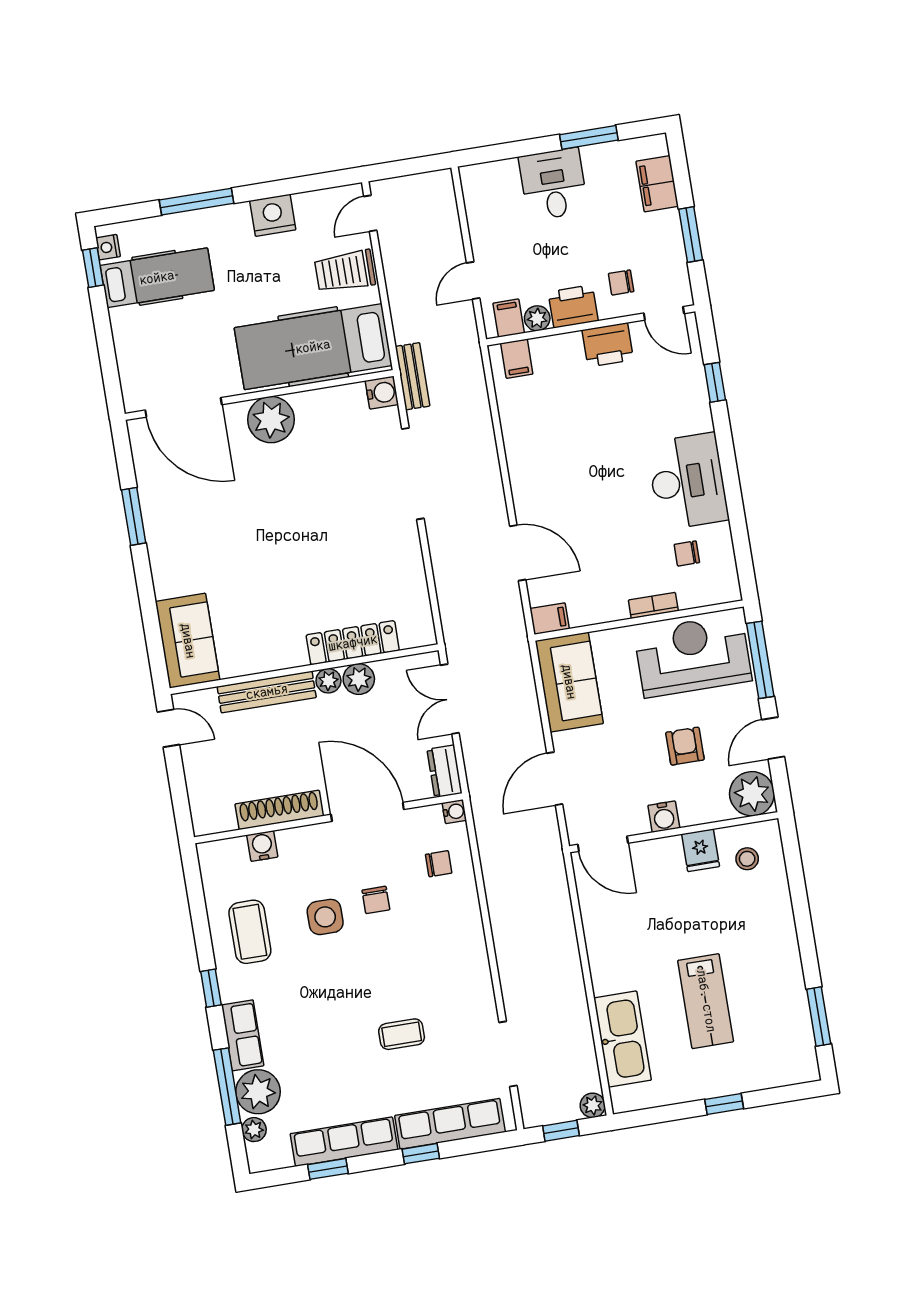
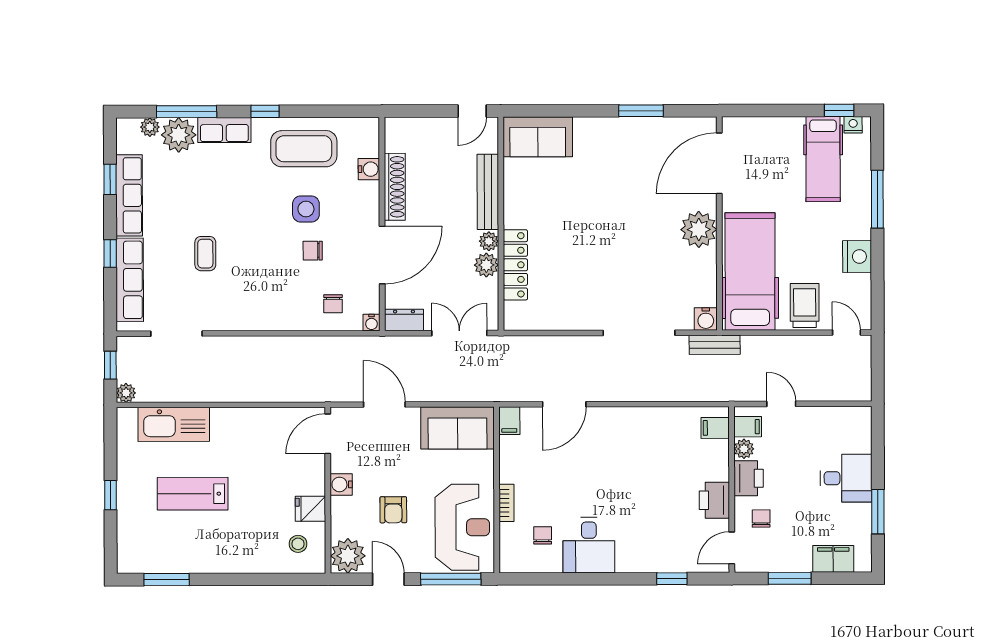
desk: (688, 481) -> (589, 545), width x0.73
armchair: (685, 746) -> (393, 510), turned 90
coffee table: (250, 932) -> (304, 149), width x1.36, depth x1.32

